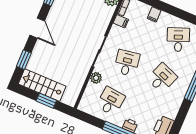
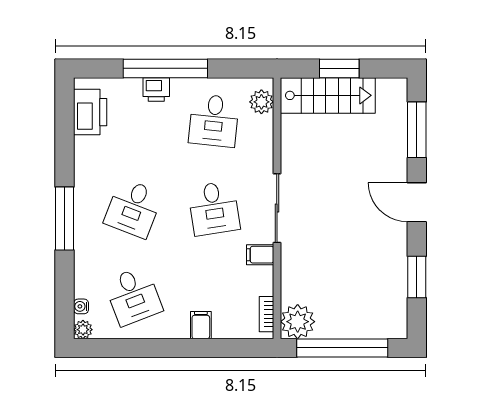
filing cabinet: (121, 21) -> (260, 255), moved
window: (24, 60) -> (417, 130), width x1.44
plant: (96, 78) -> (261, 102), moved
stairs: (42, 85) -> (328, 95), moved

